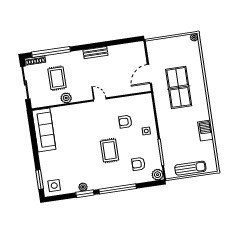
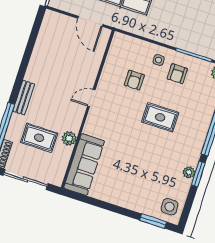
bench: (95, 53) -> (24, 98), moved
sofa: (44, 130) -> (84, 164), moved, turned 90
armchair: (138, 164) -> (177, 74), moved

